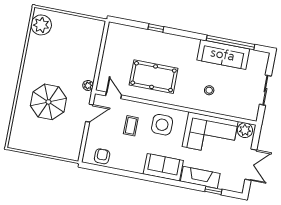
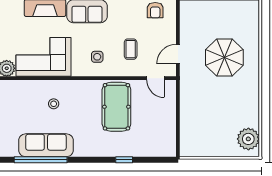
pool table: (154, 77) -> (116, 107), turned 90
plant: (88, 85) -> (185, 84), removed
side table: (162, 125) -> (97, 57), width x0.54, depth x0.54

